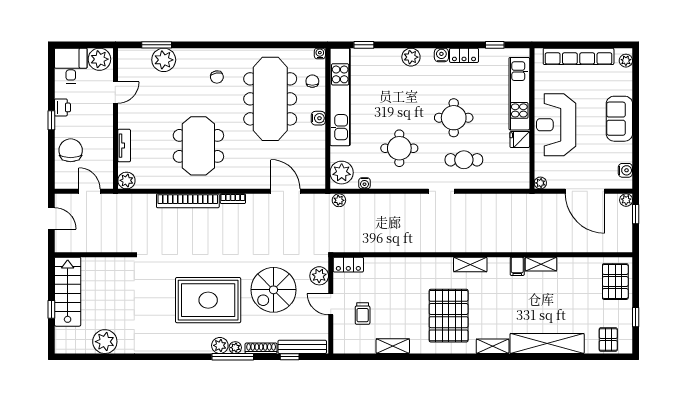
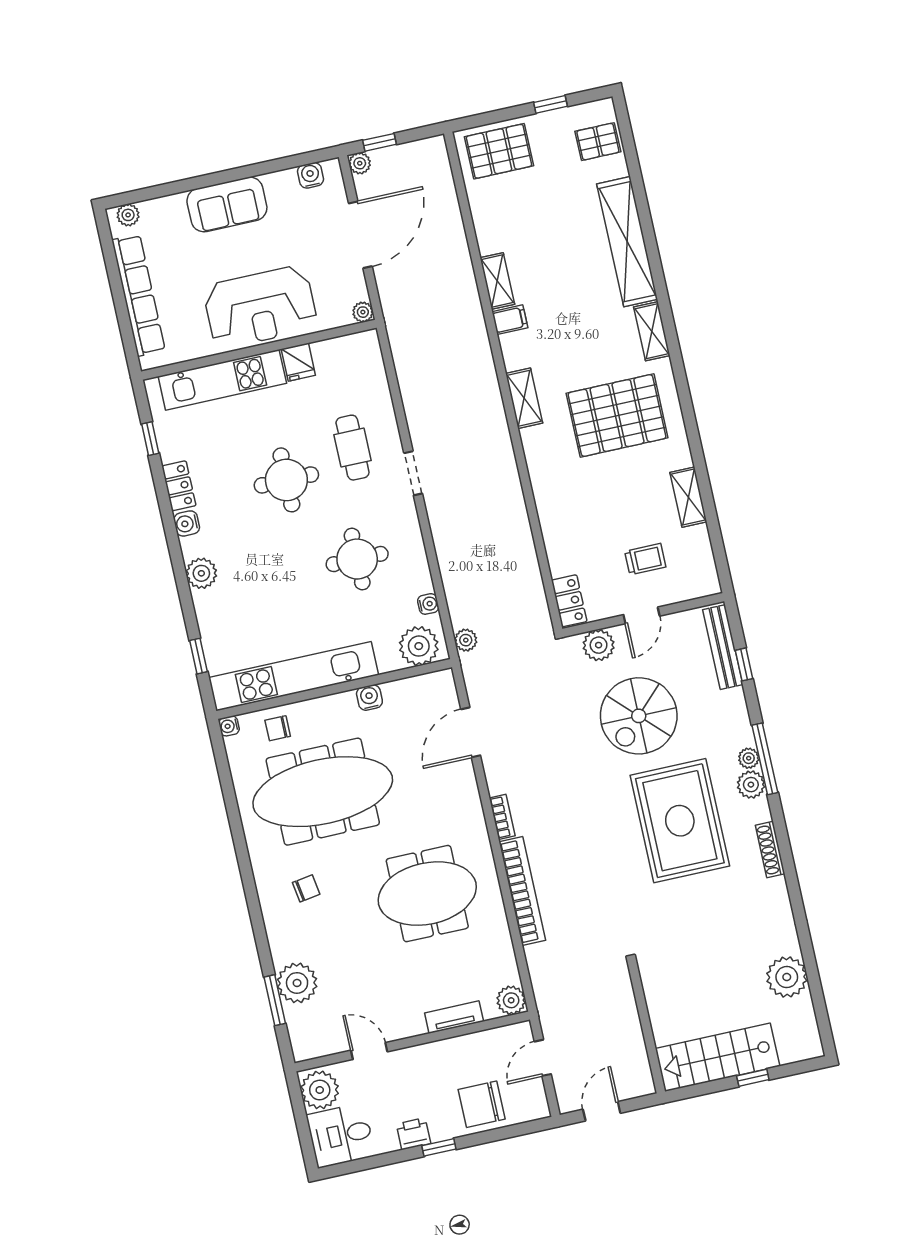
water cooler: (318, 118) -> (369, 698), moved
spiral stairs: (273, 290) -> (639, 716), turned 90
shoe rack: (261, 348) -> (770, 849), moved

